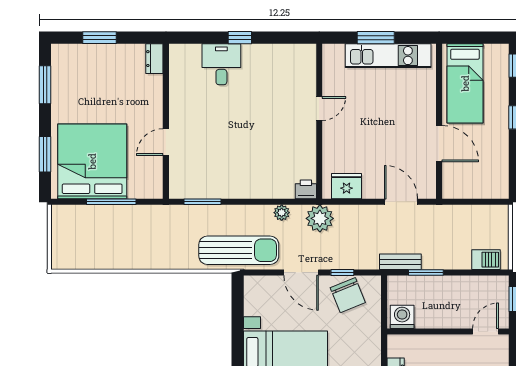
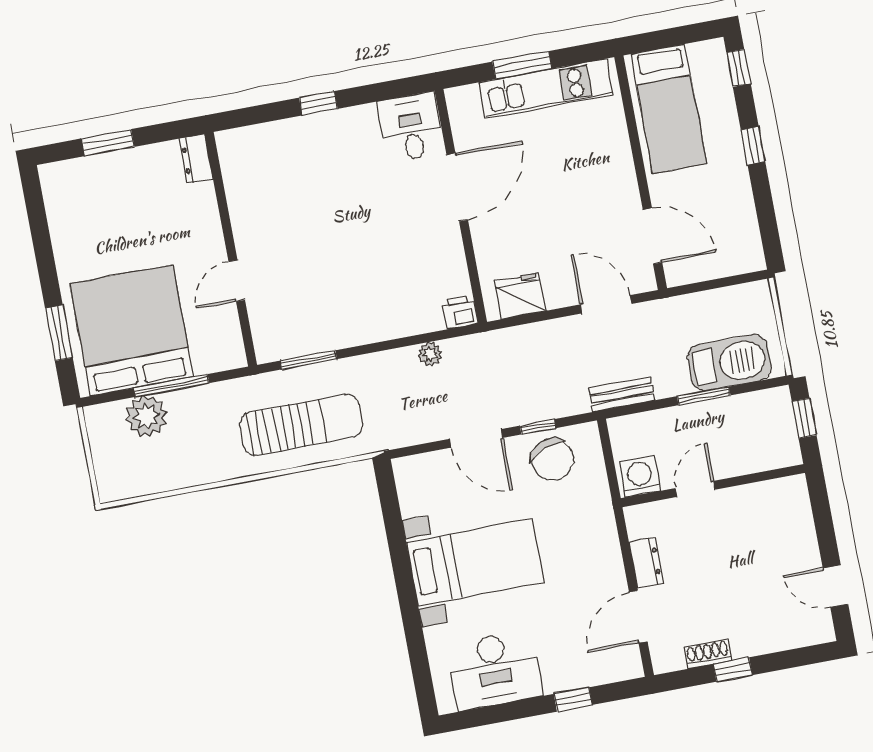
desk: (221, 64) -> (411, 127), moved
window: (45, 85) -> (39, 229), removed
door: (319, 108) -> (457, 187), width x1.88
door: (439, 144) -> (652, 236), moved
plant: (320, 218) -> (146, 416), moved
sun lounger: (239, 250) -> (301, 425), moved
barbecue: (486, 260) -> (730, 363), width x1.88, depth x1.53
window: (426, 273) -> (704, 396), moved
door: (486, 332) -> (695, 489), moved

